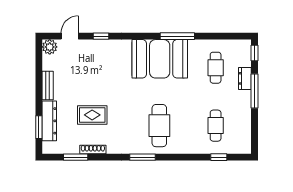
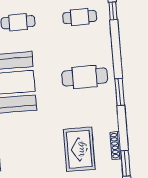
rug: (92, 115) -> (79, 149), width x1.36, depth x1.43

